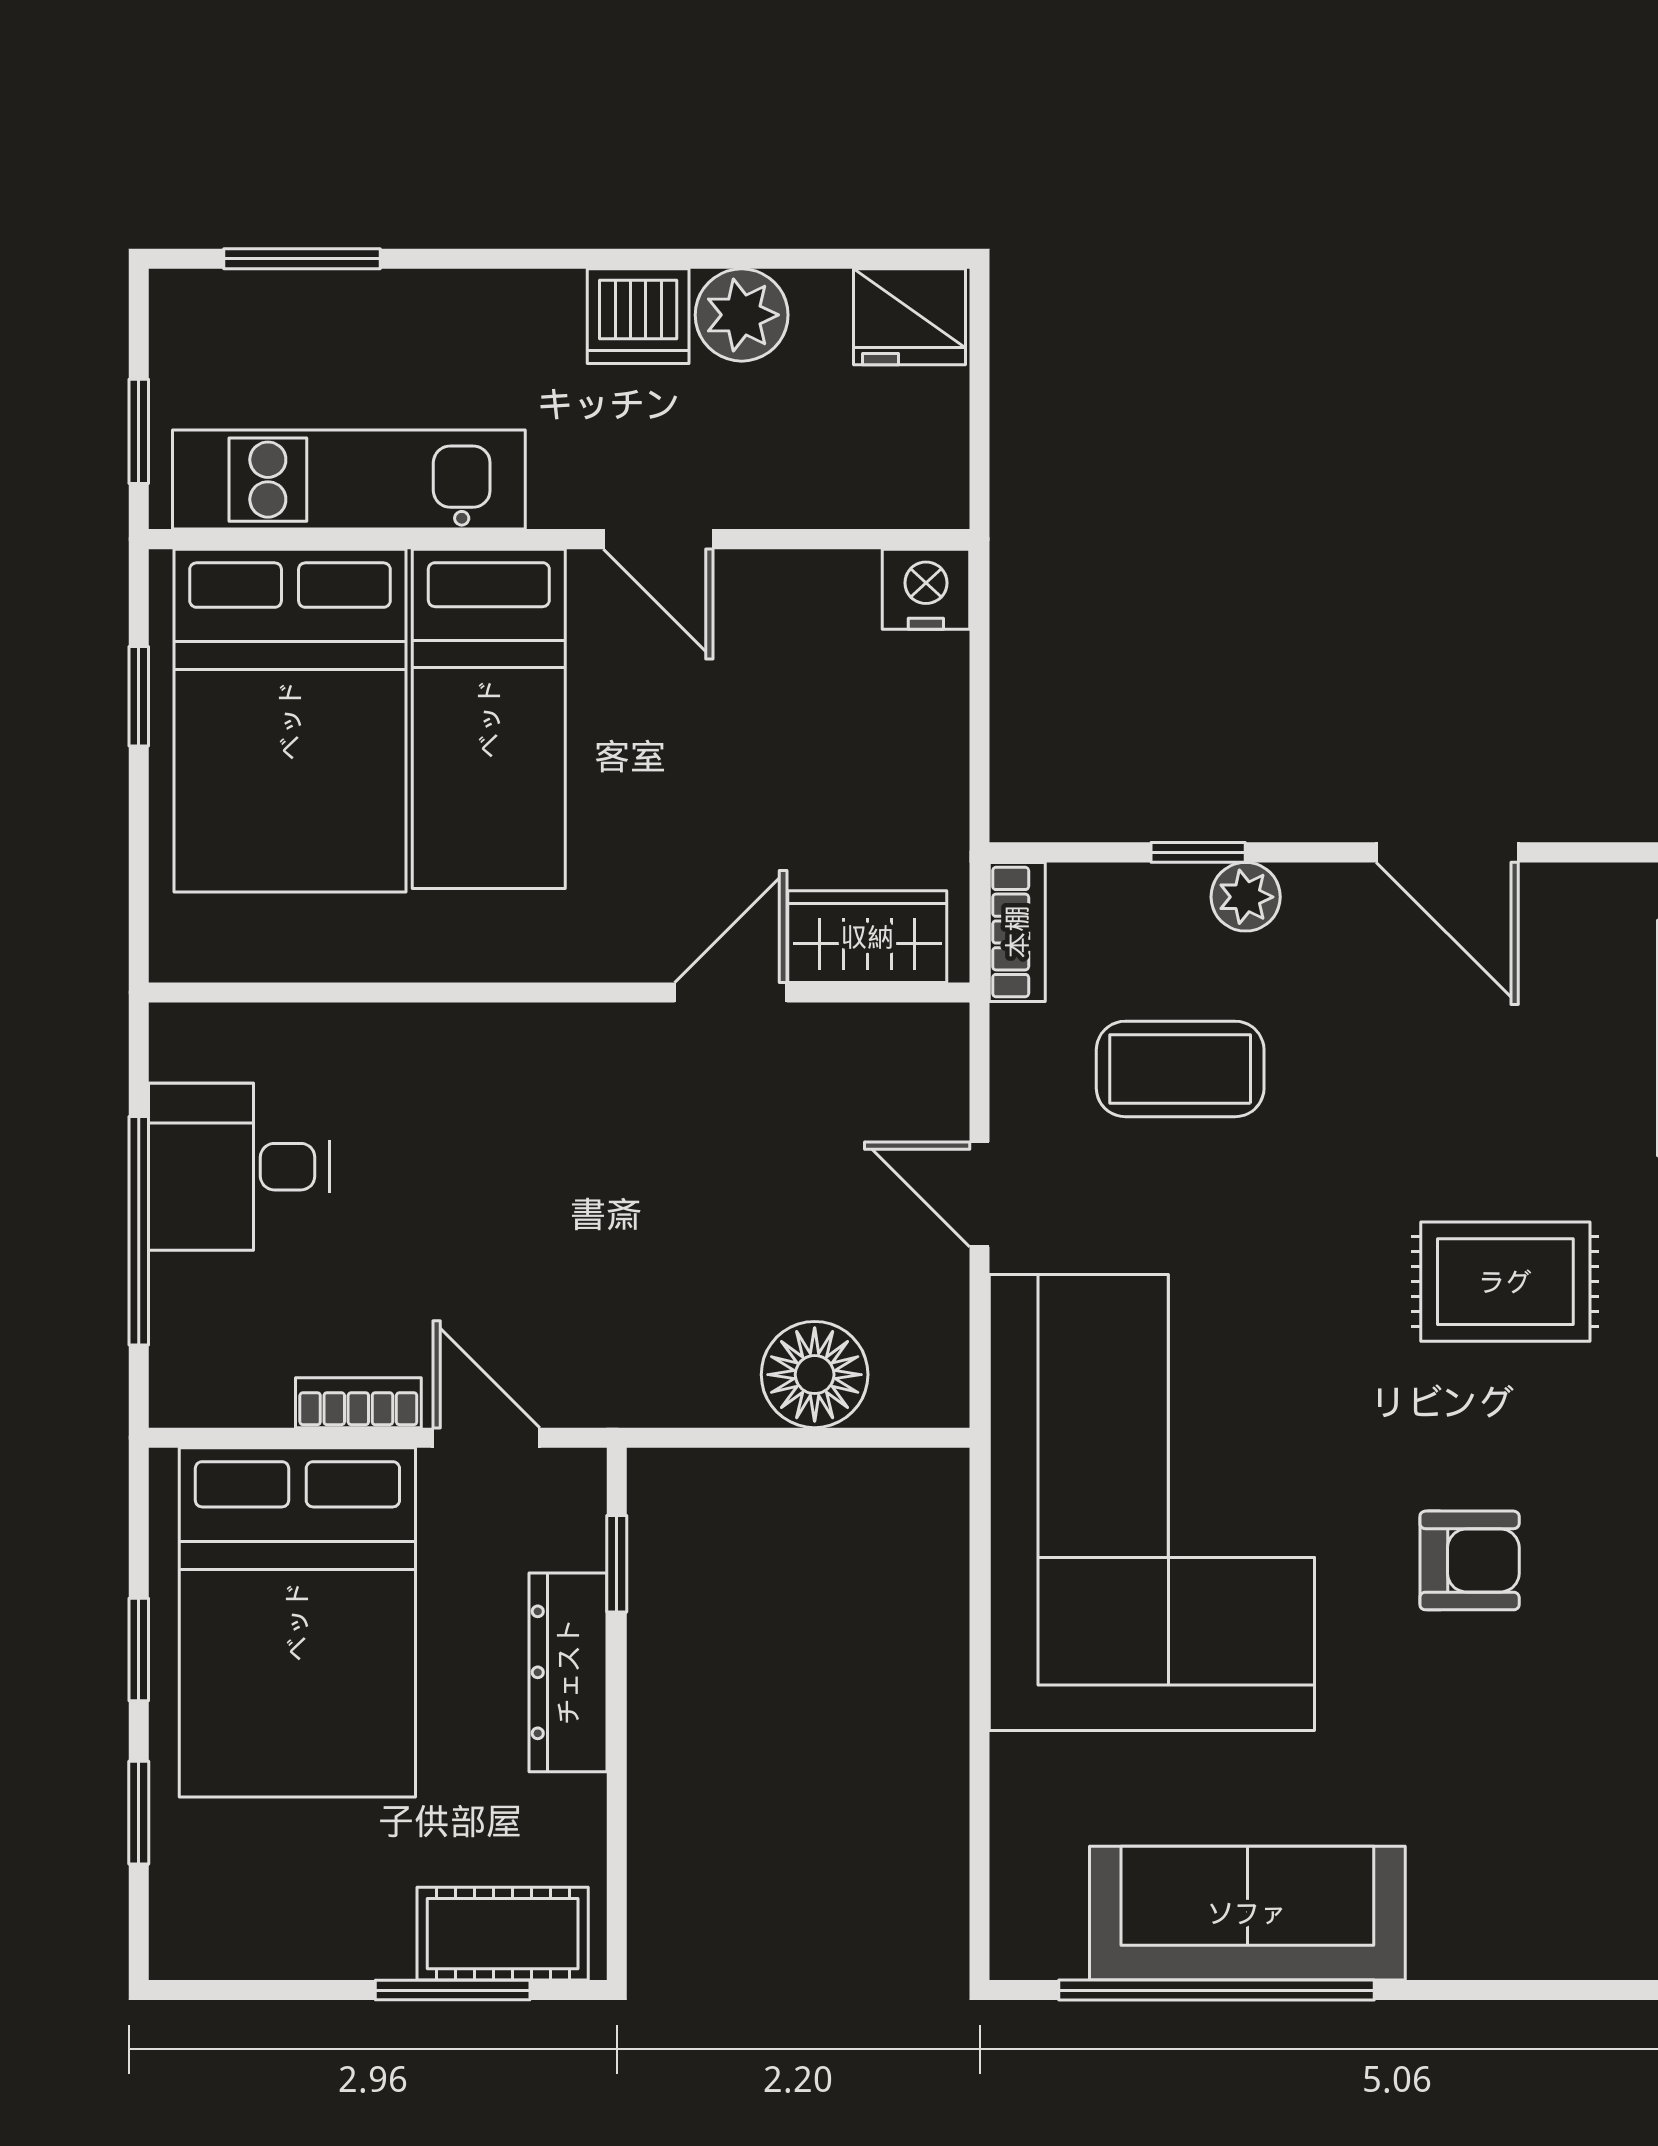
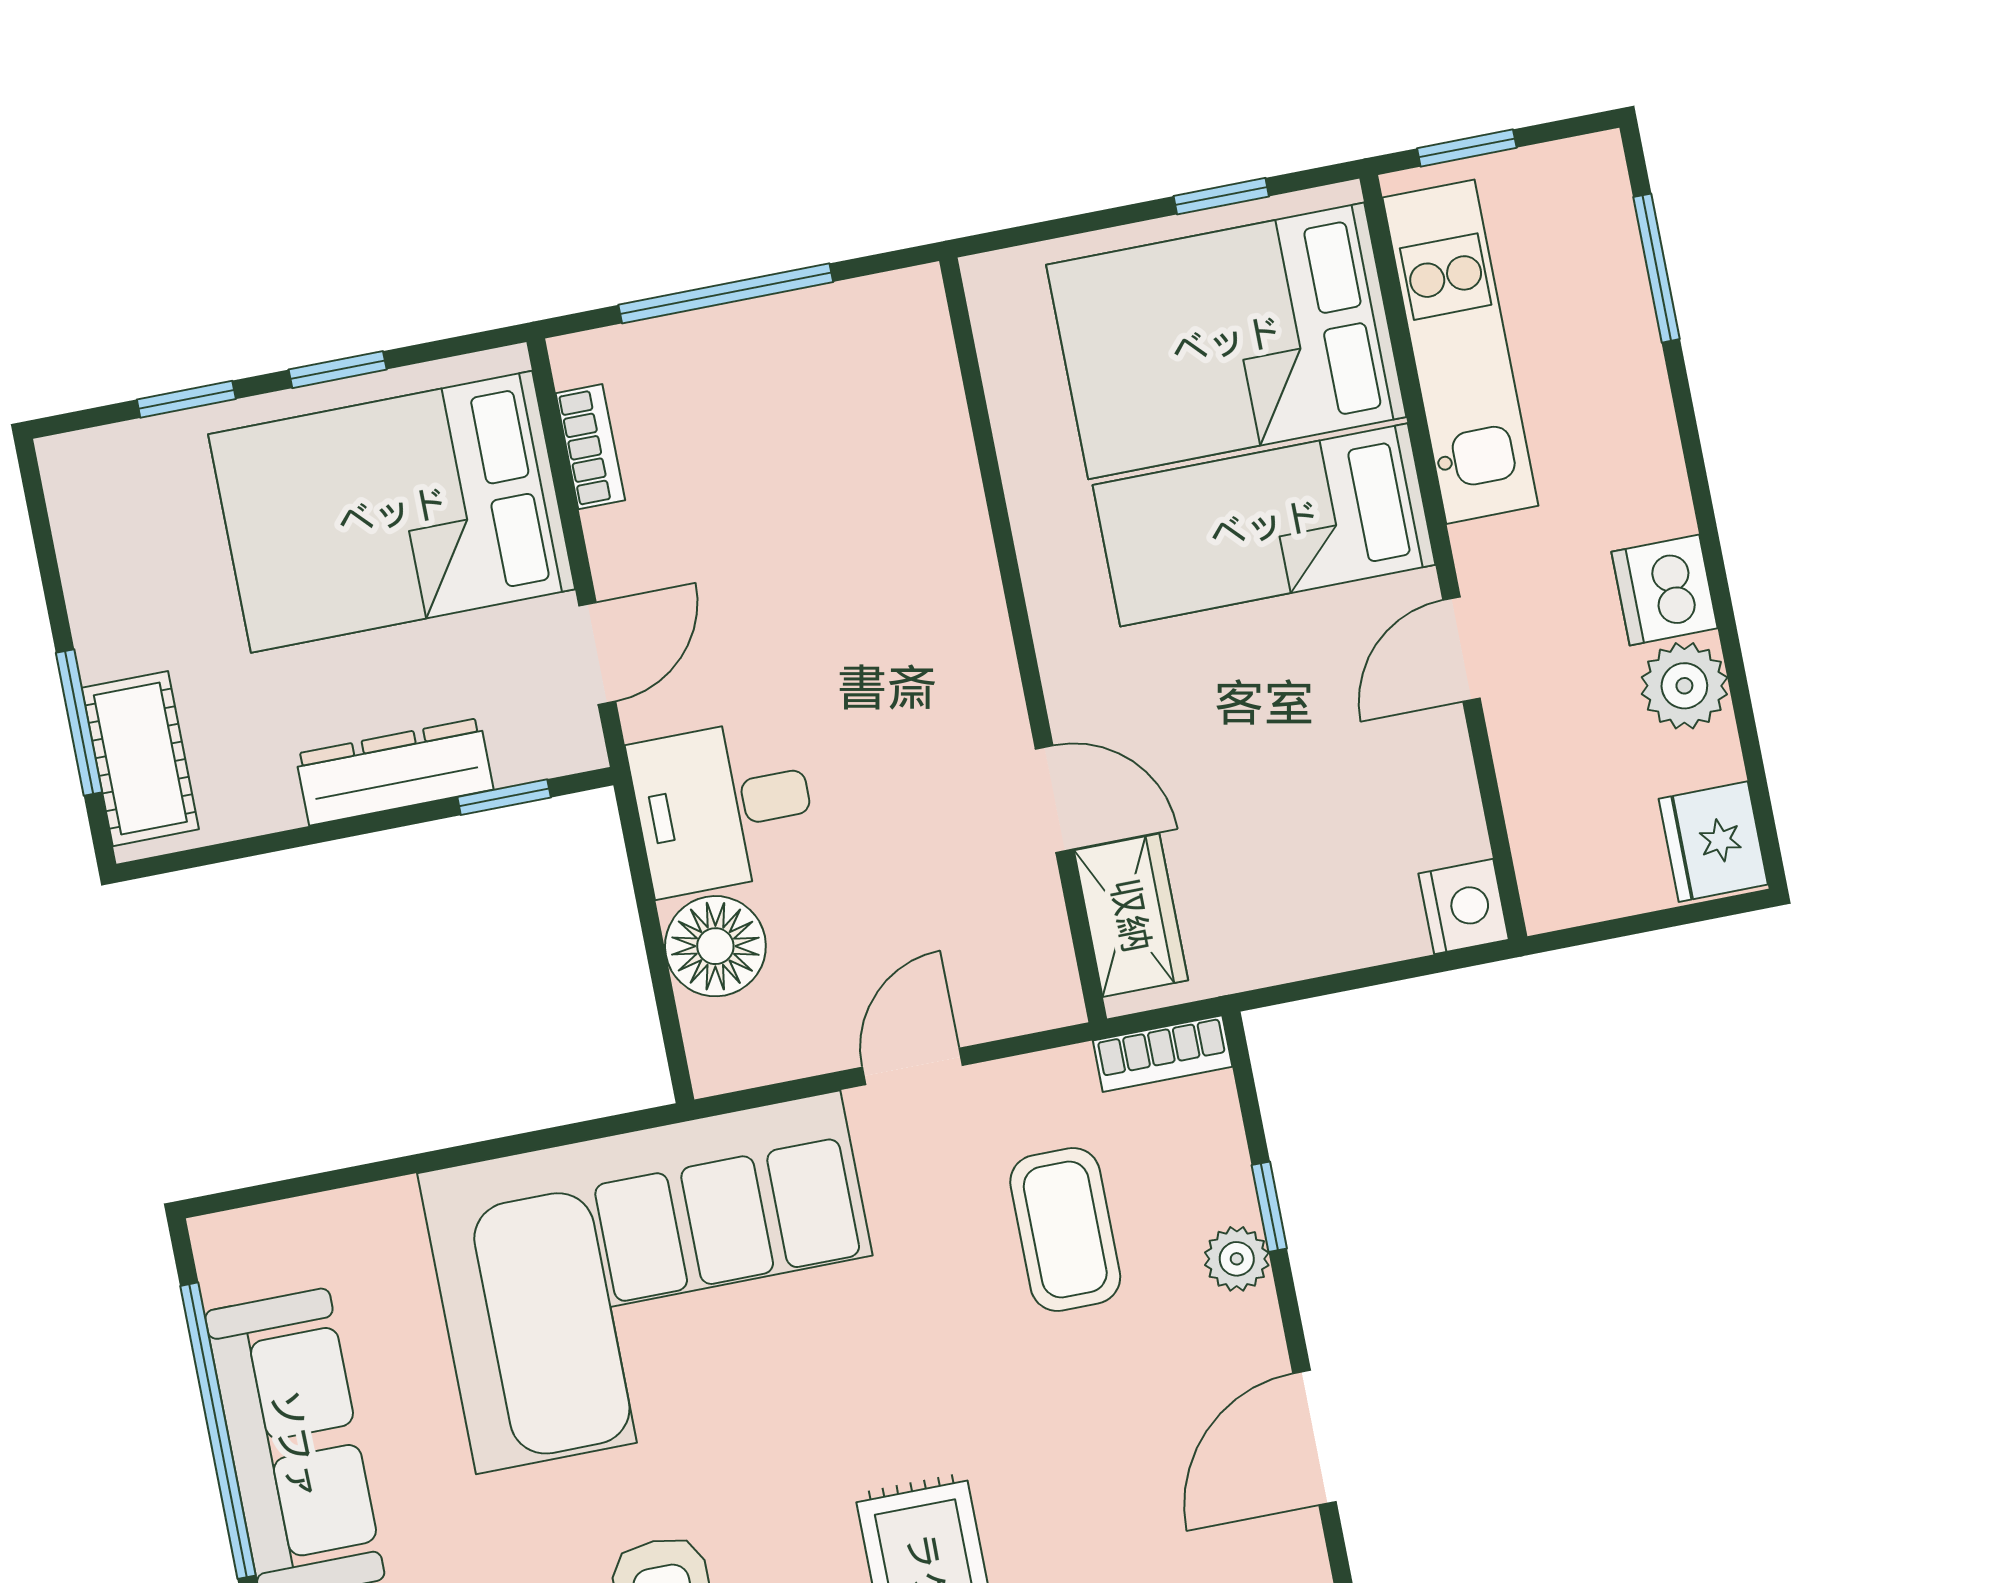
desk: (239, 1167) -> (724, 806), moved, turned -90
bookcase: (358, 1403) -> (590, 447), moved

